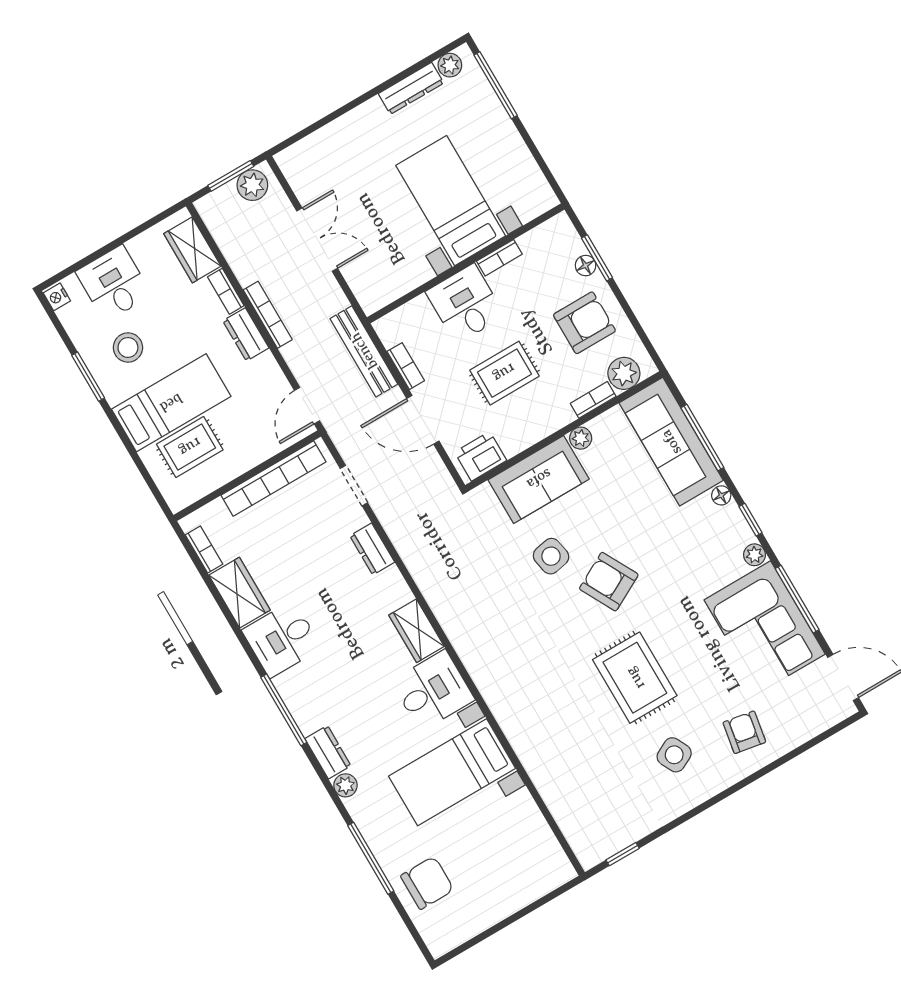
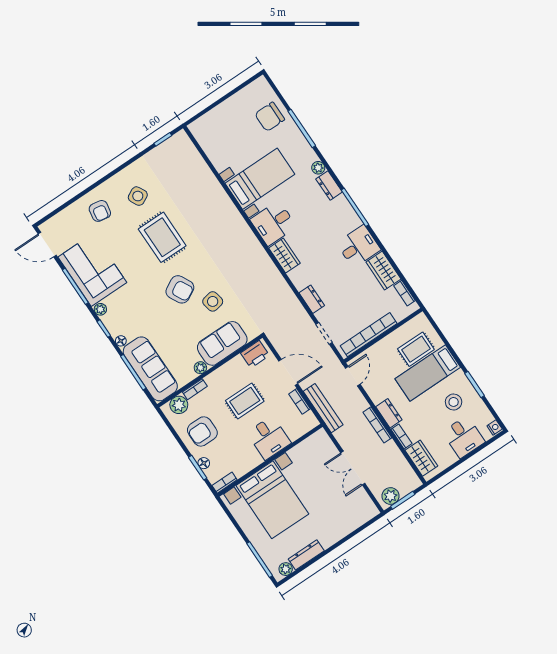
bed with nightstands: (451, 201) -> (272, 500), width x1.36
bookcase: (499, 258) -> (225, 483), moved

